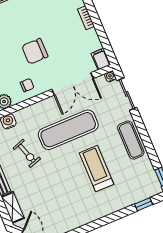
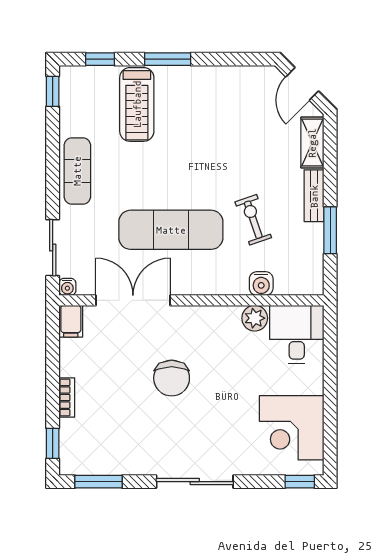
chair: (35, 51) -> (172, 378), turned 90
chair: (27, 85) -> (207, 329), removed
treadmill: (97, 169) -> (137, 104), moved
window: (108, 219) -> (168, 59), added

